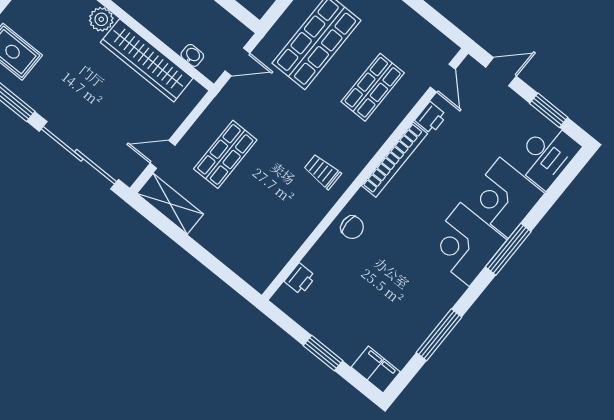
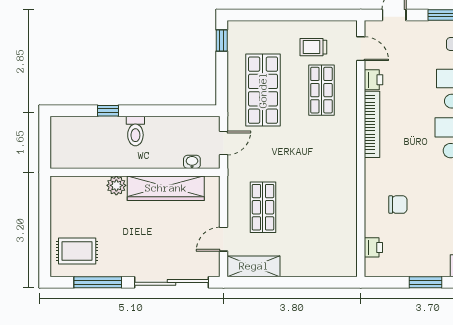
trolley: (322, 172) -> (313, 47), moved
chair: (352, 227) -> (398, 205), moved

